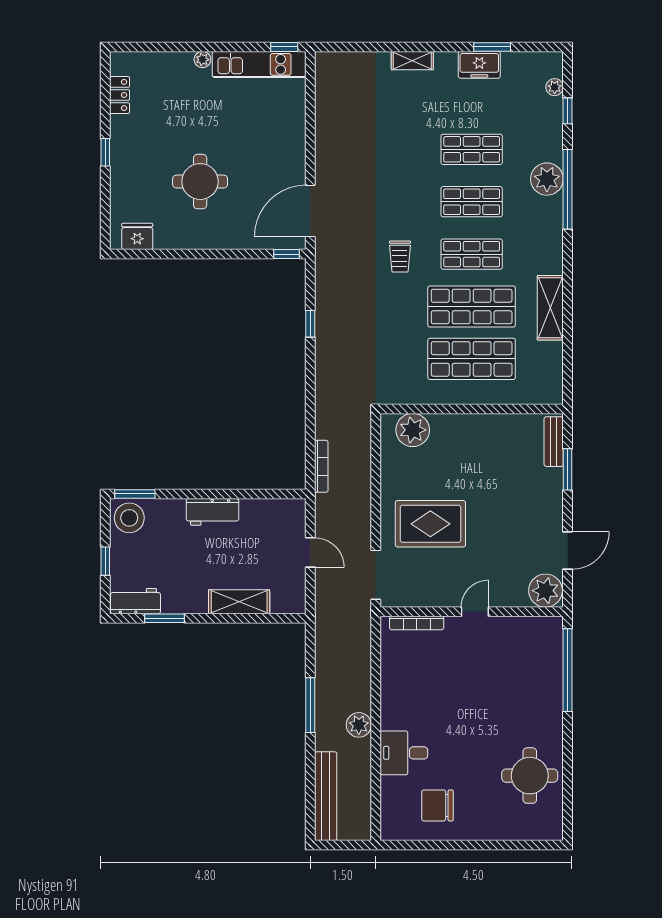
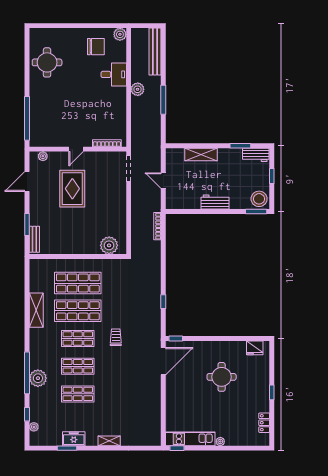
rug: (430, 524) -> (72, 189), moved, turned 90
plant: (546, 591) -> (43, 156), width x0.53, depth x0.53
plant: (392, 829) -> (120, 34), added

